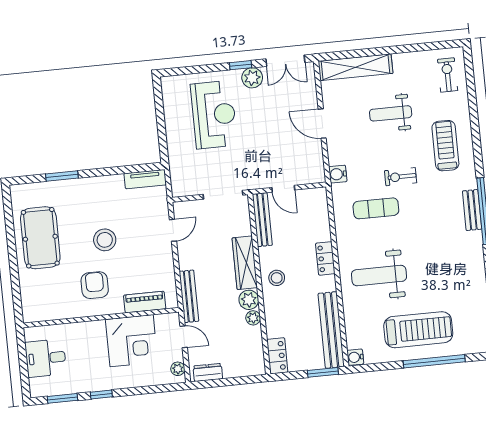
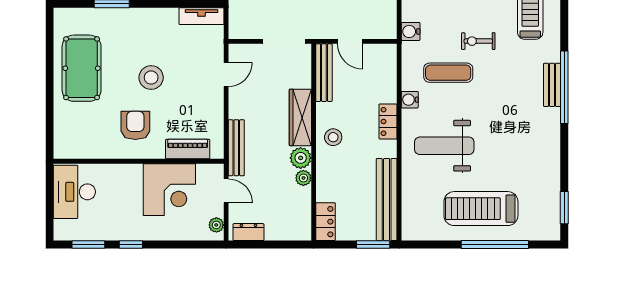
treadmill: (418, 330) -> (481, 209), turned 180
water cooler: (355, 357) -> (410, 100), moved
desk: (46, 358) -> (74, 192), width x1.37

